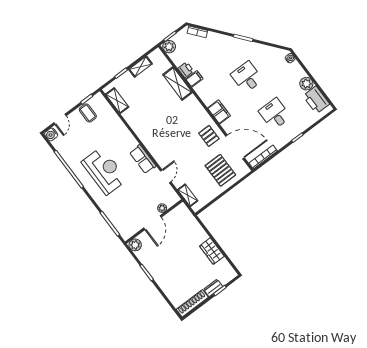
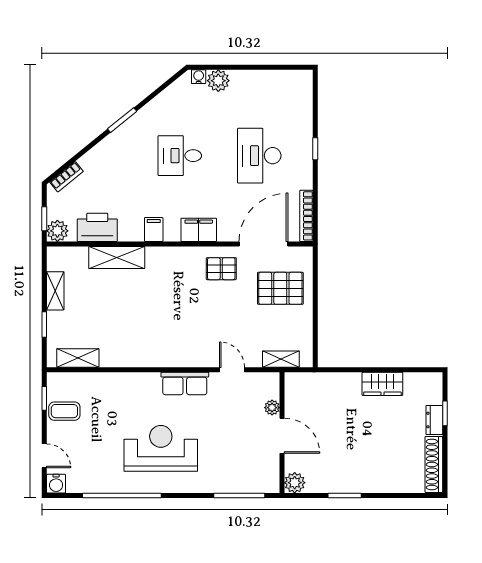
printer: (186, 70) -> (97, 227), width x1.87, depth x1.48
filing cabinet: (194, 79) -> (154, 230), moved
plant: (306, 84) -> (218, 81), moved
printer: (316, 100) -> (283, 84), removed
desk: (275, 114) -> (259, 156), width x1.37

